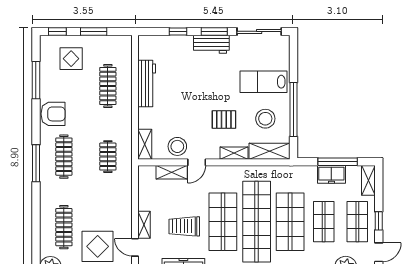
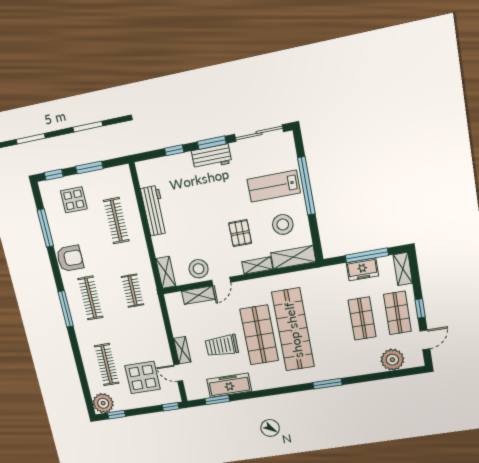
window: (293, 109) -> (306, 186), moved
pallet: (224, 120) -> (240, 233), turned 90
shop shelf: (290, 222) -> (327, 324), removed

